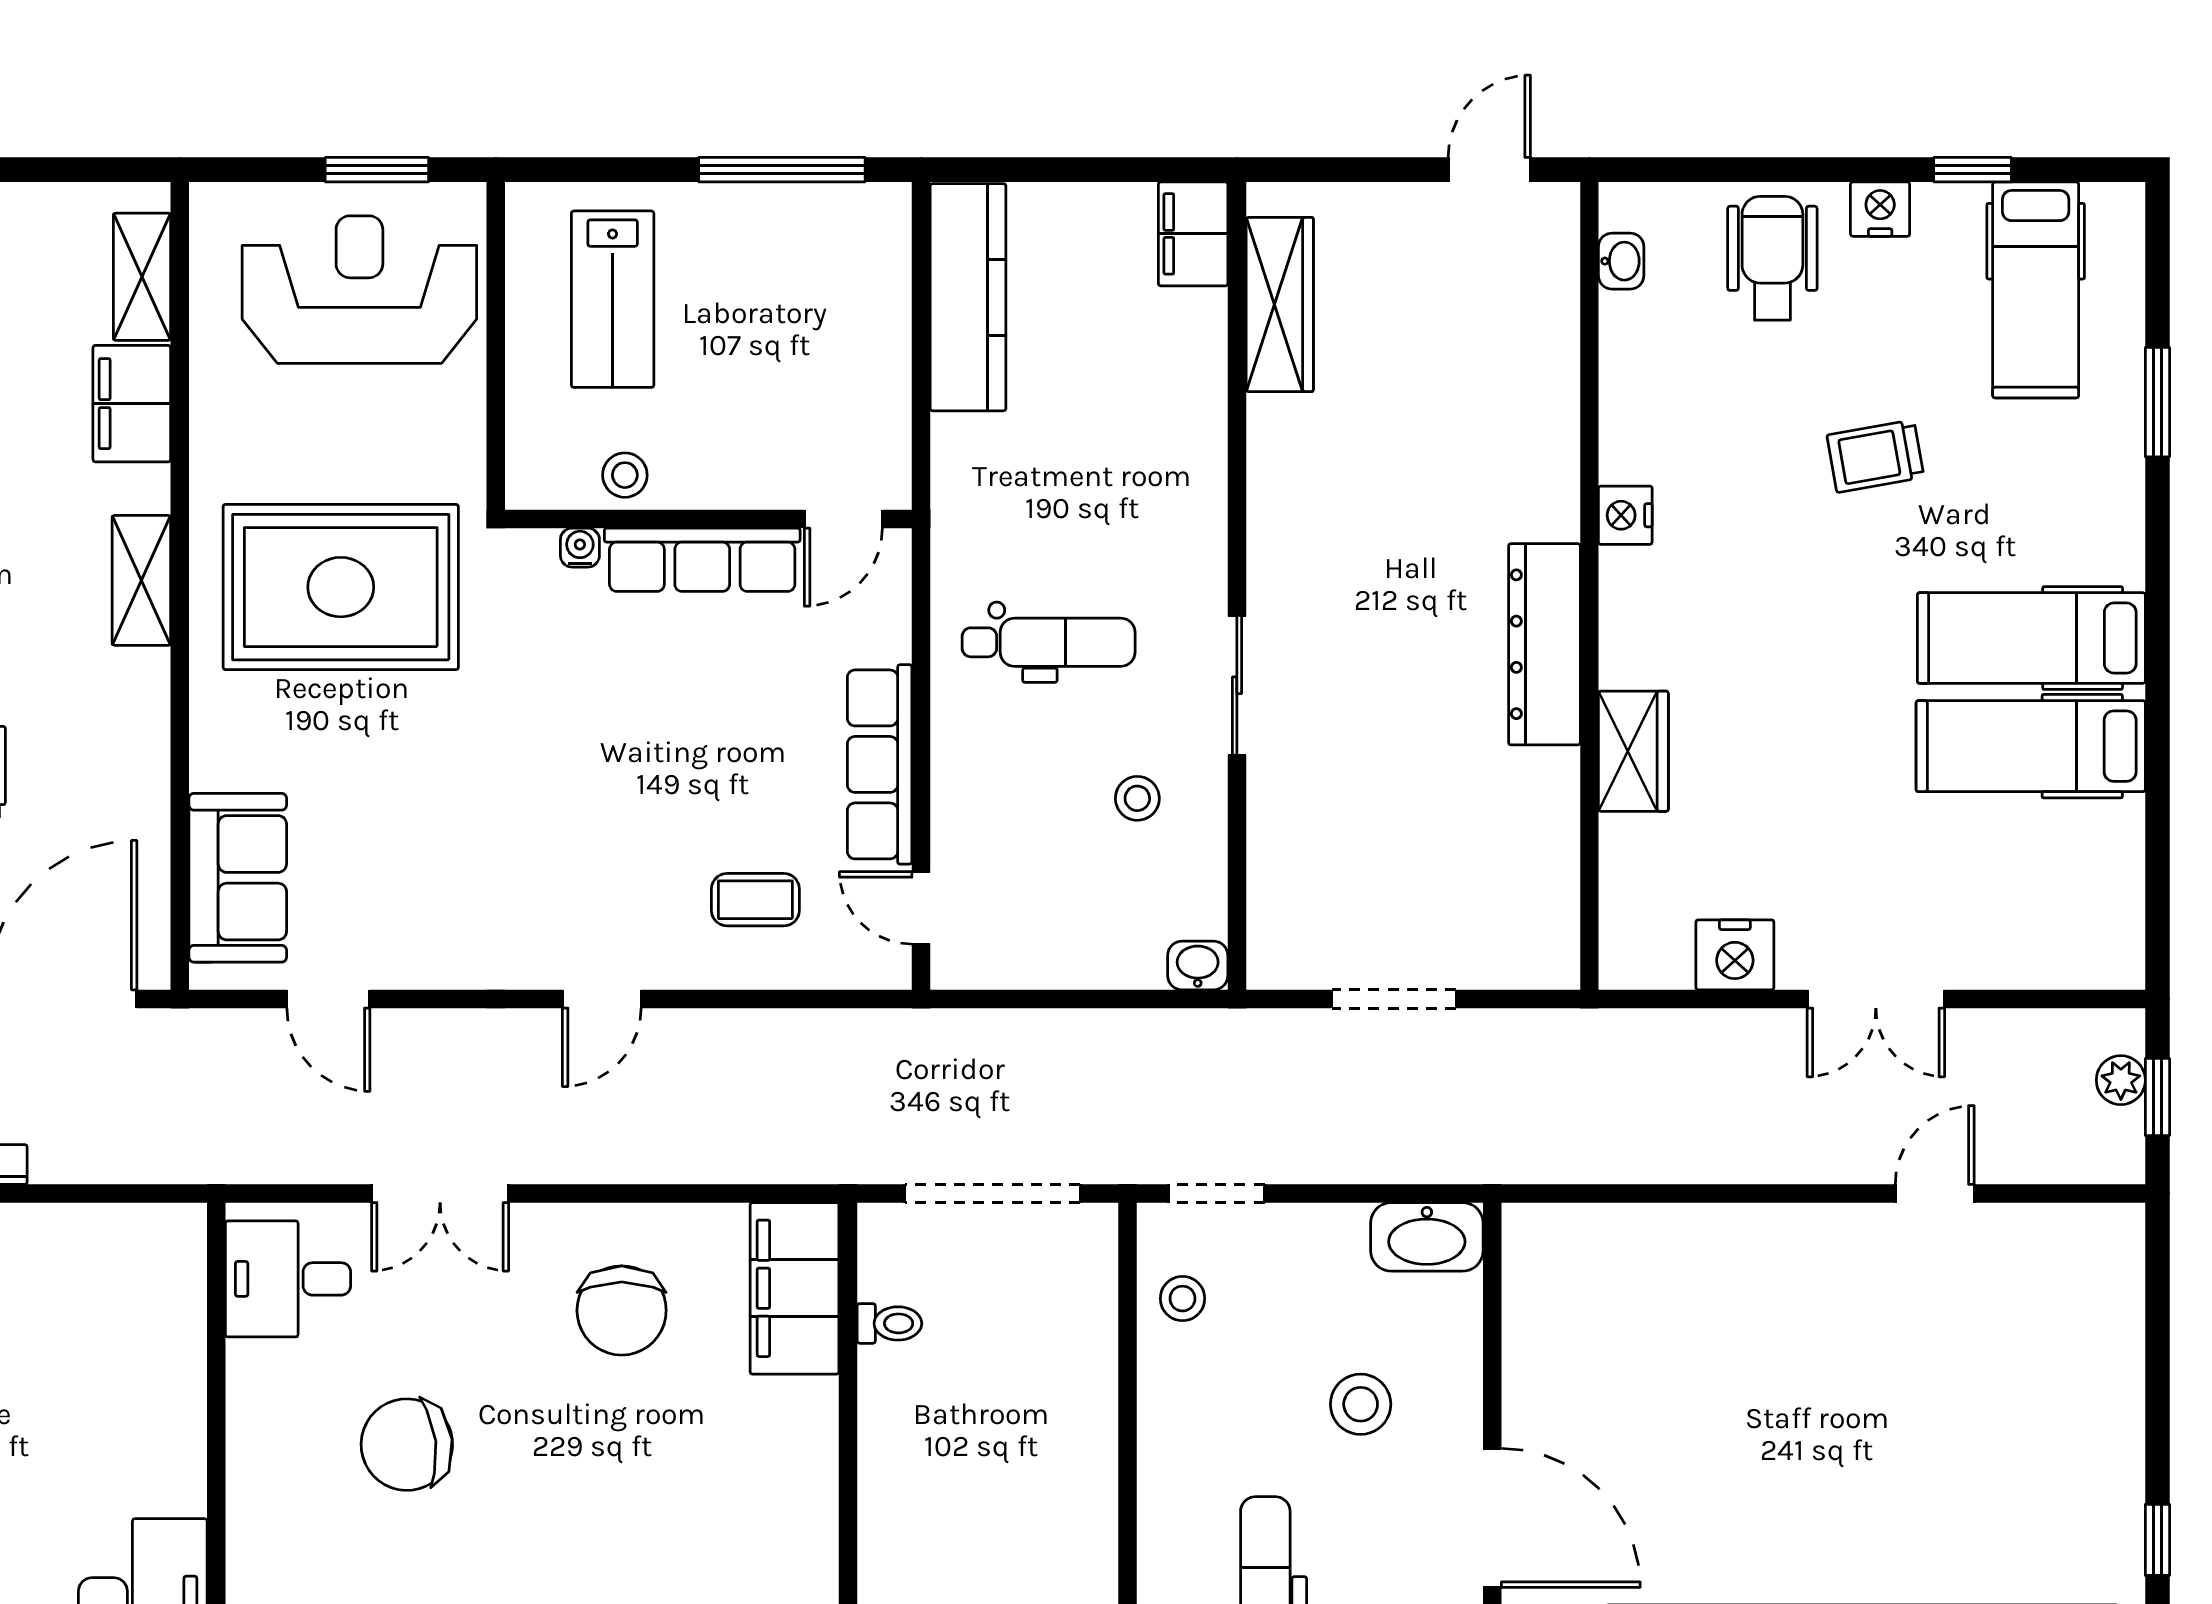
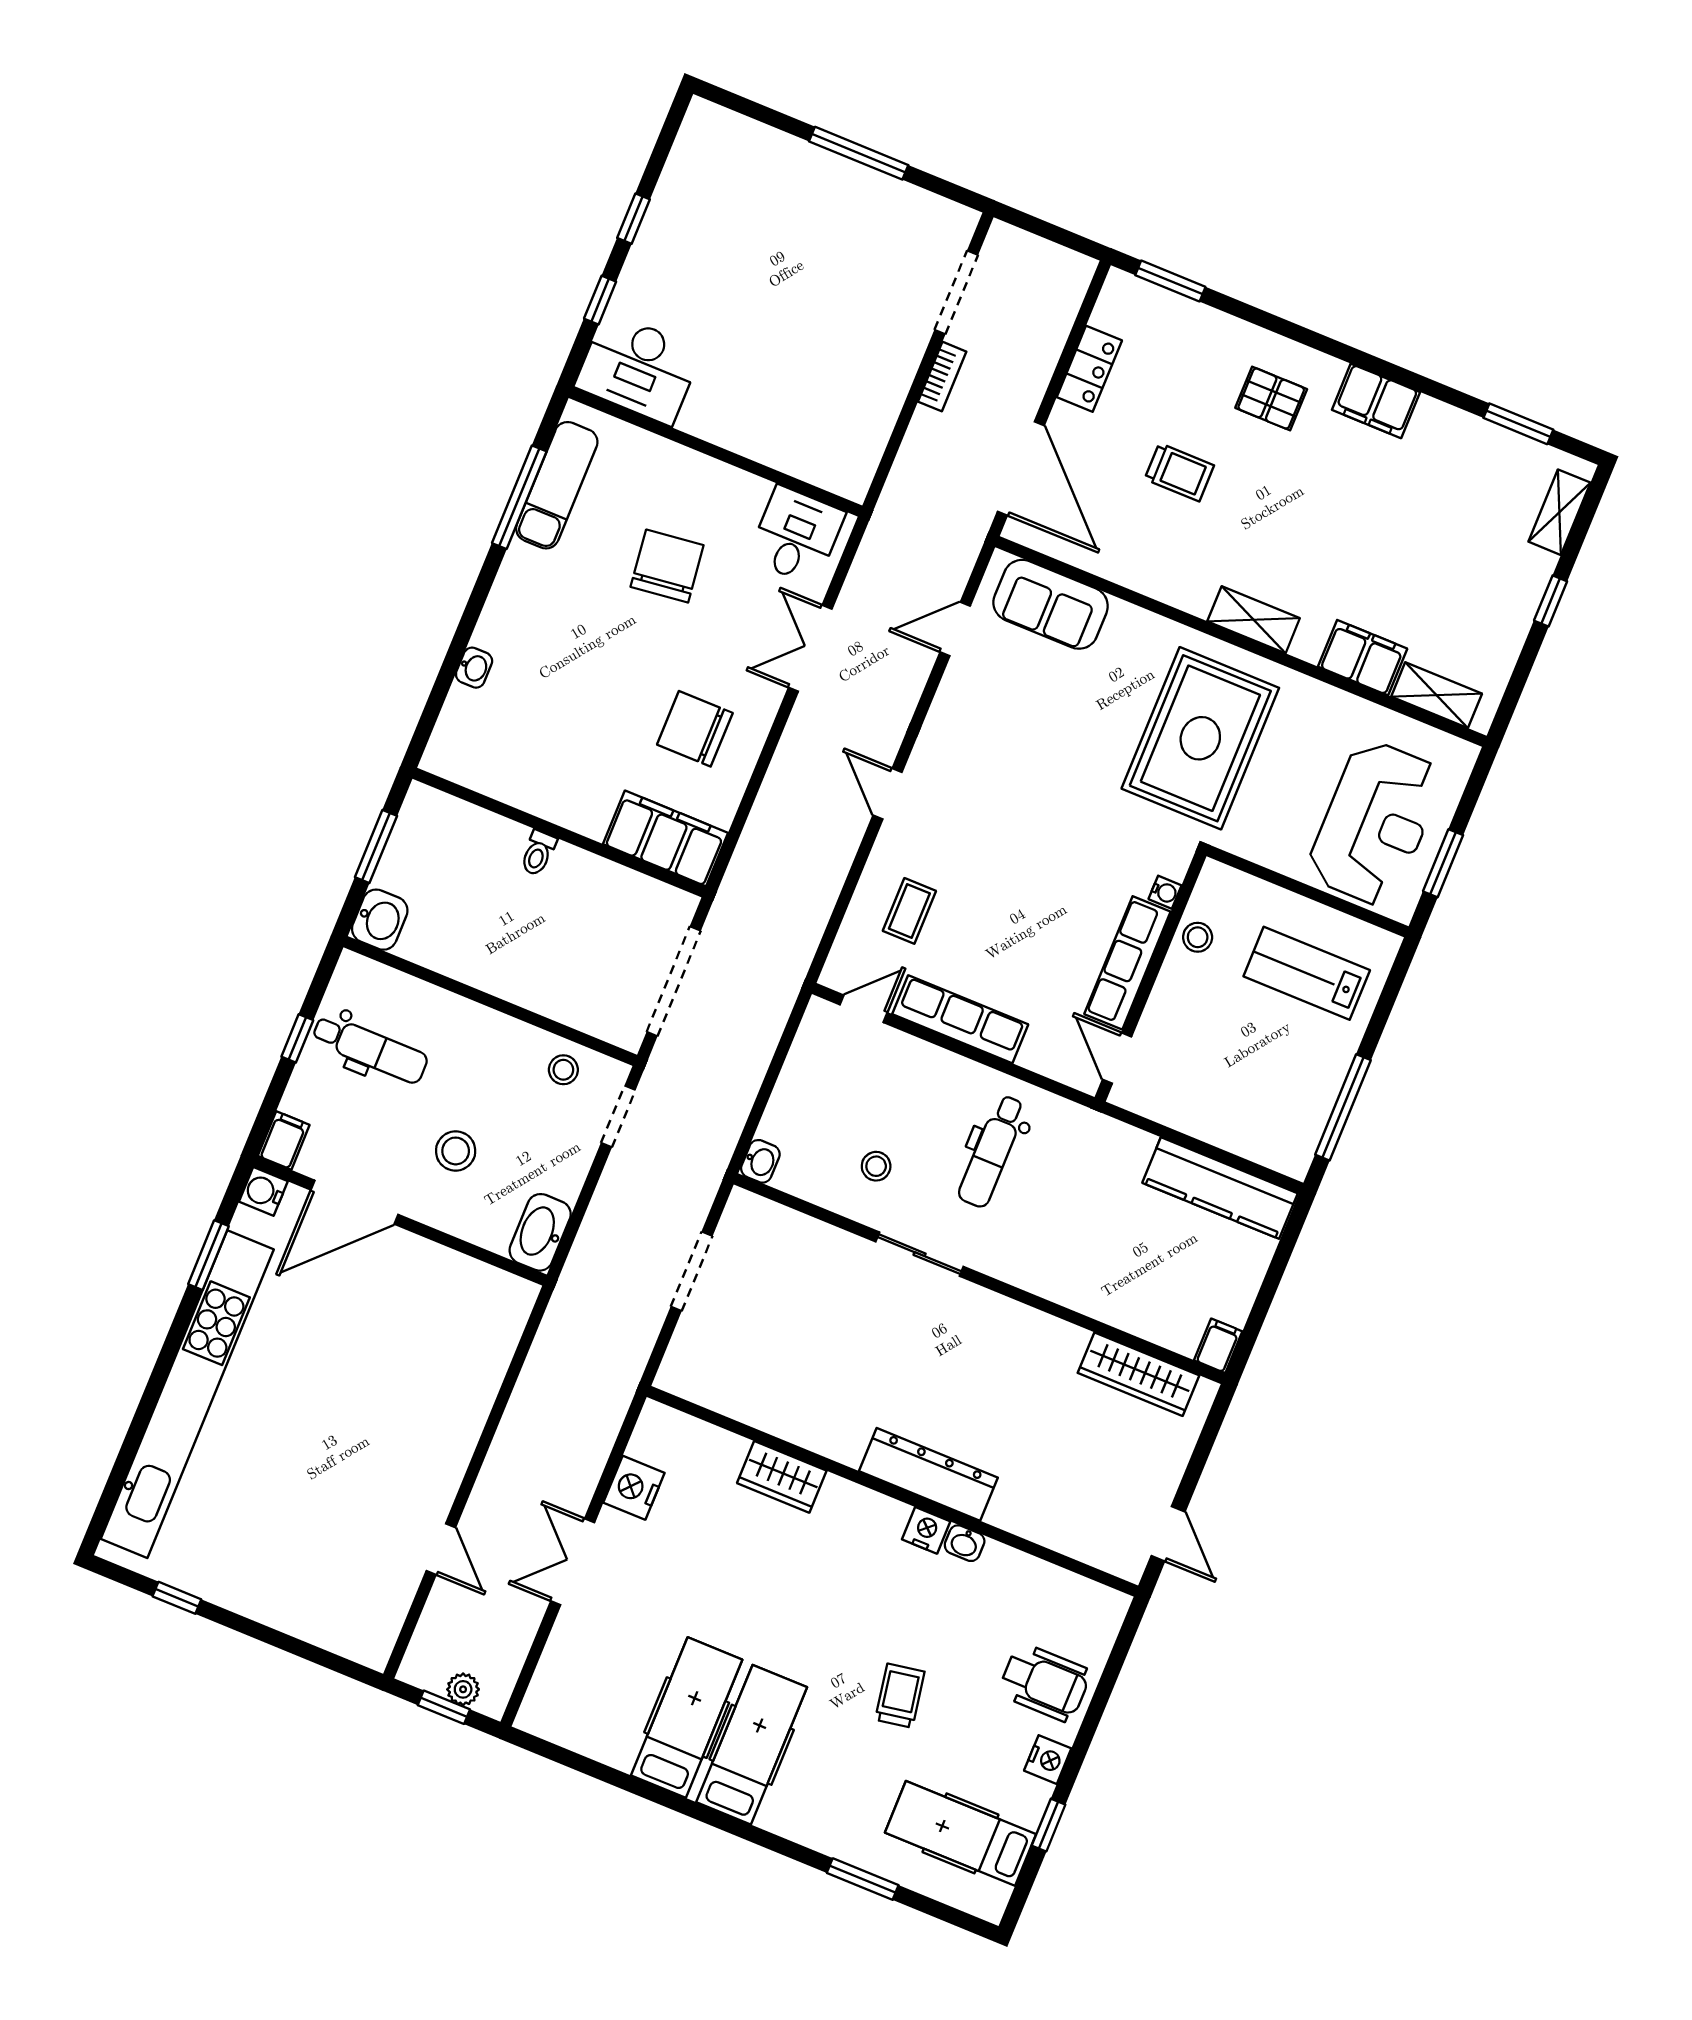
filing cabinet: (1193, 234) -> (1218, 1346), width x0.50
washbasin: (1621, 261) -> (965, 1543), moved
dresser: (1544, 644) -> (928, 1474), moved
toilet: (889, 1323) -> (538, 853), moved

